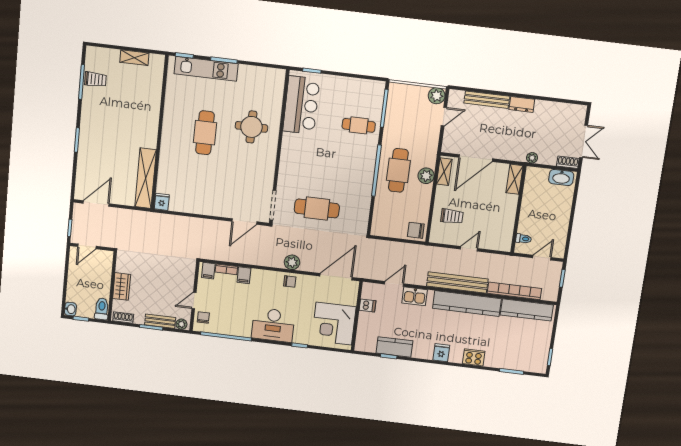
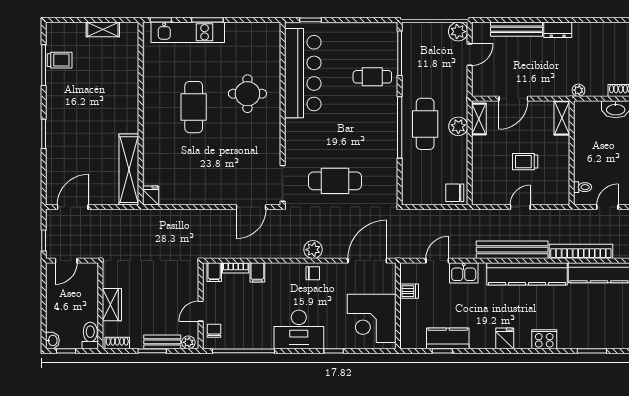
bar counter: (301, 105) -> (303, 73), width x1.36
door: (476, 158) -> (513, 99), width x0.73
trolley: (452, 216) -> (525, 162), moved, turned 180

